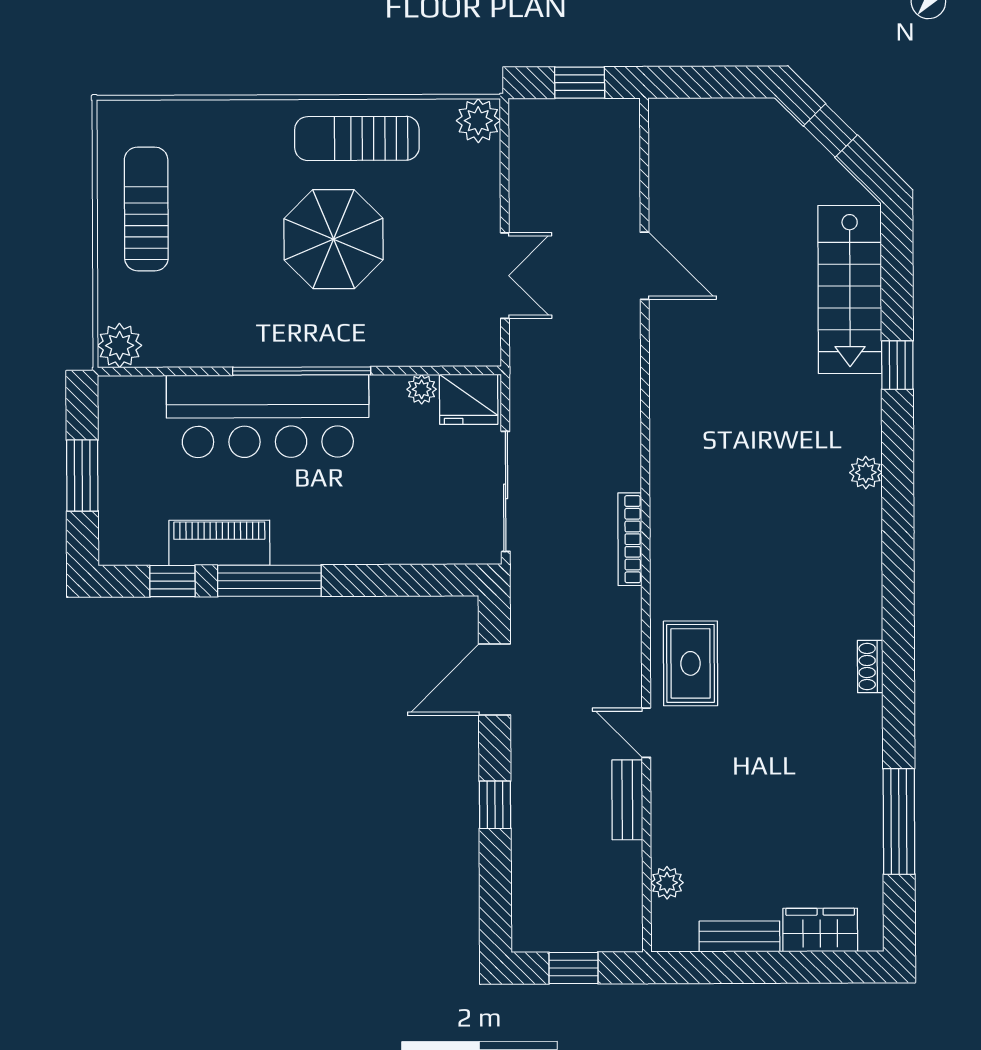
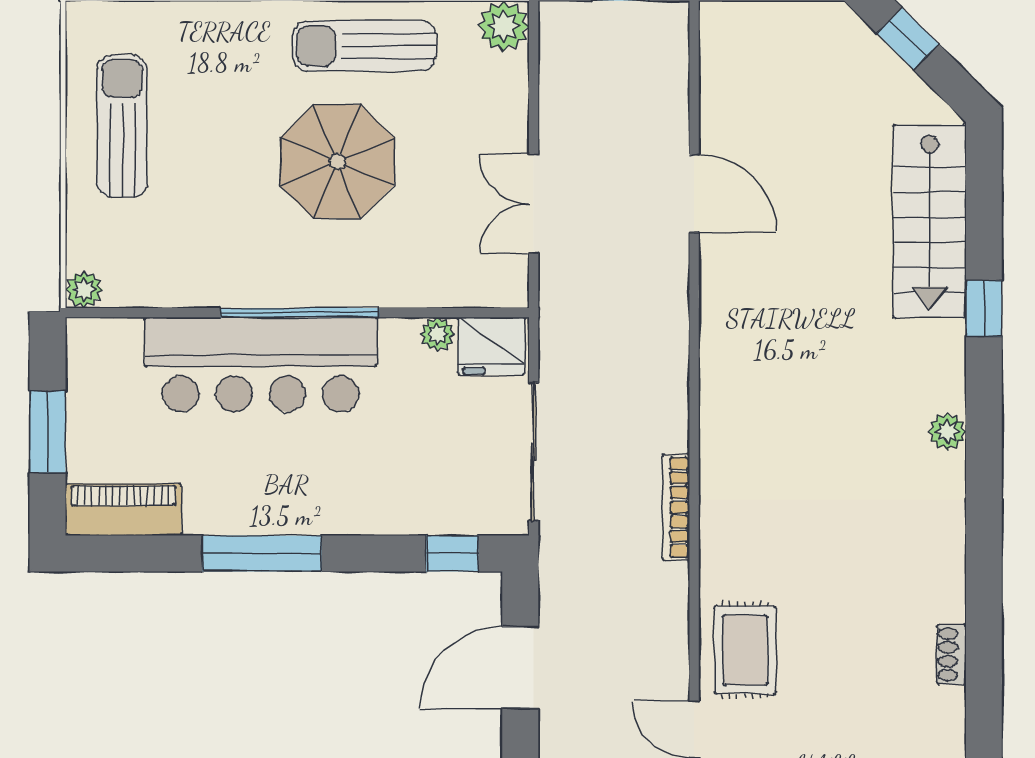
double door: (505, 276) -> (534, 204), swing flipped
plant: (120, 345) -> (84, 290), width x0.73, depth x0.73
piano: (219, 543) -> (123, 510), moved
window: (172, 581) -> (452, 553), moved

